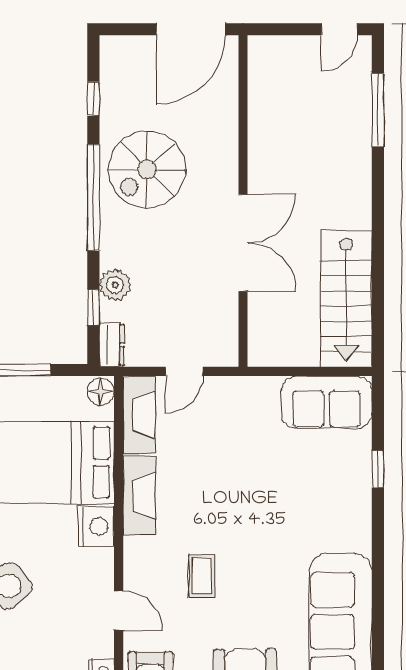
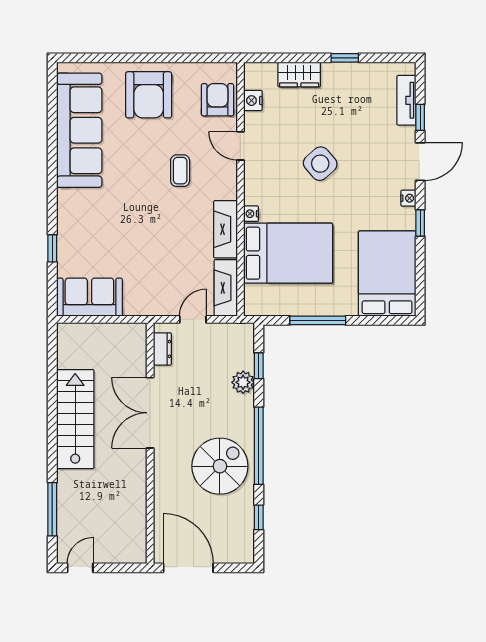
door: (191, 29) -> (188, 568), hinge flipped
stairs: (346, 299) -> (75, 419), moved
dresser: (112, 345) -> (162, 349), moved, turned 180
floor lamp: (100, 392) -> (254, 305), removed
nightstand: (96, 527) -> (251, 214), width x0.53, depth x0.56

